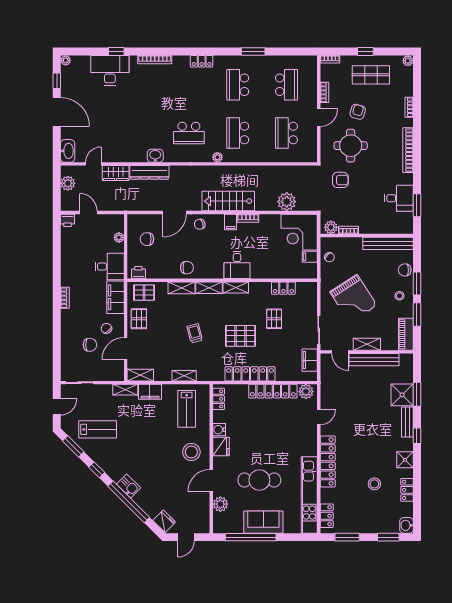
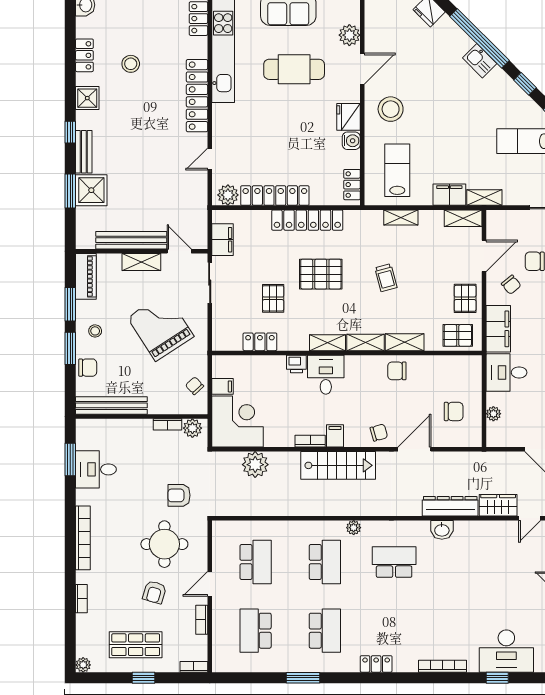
printer: (138, 273) -> (296, 364), moved

